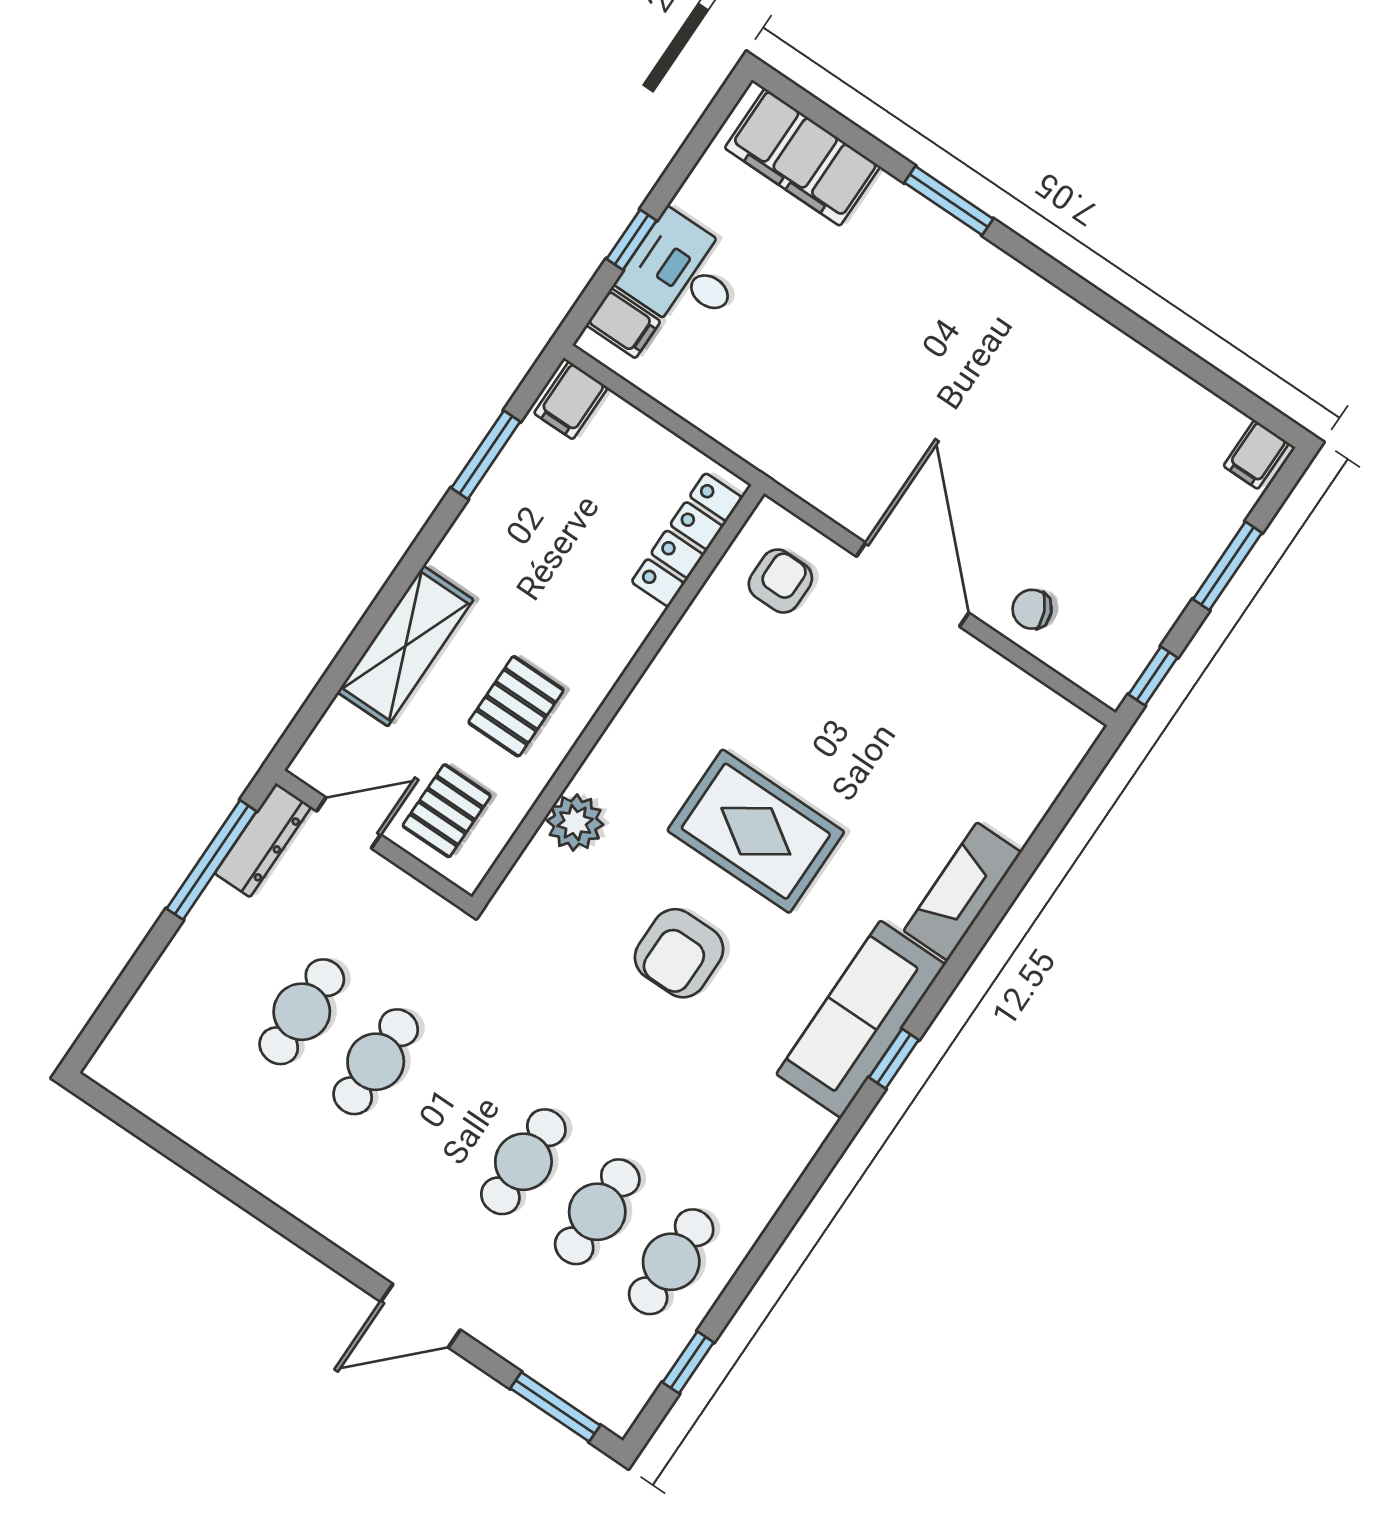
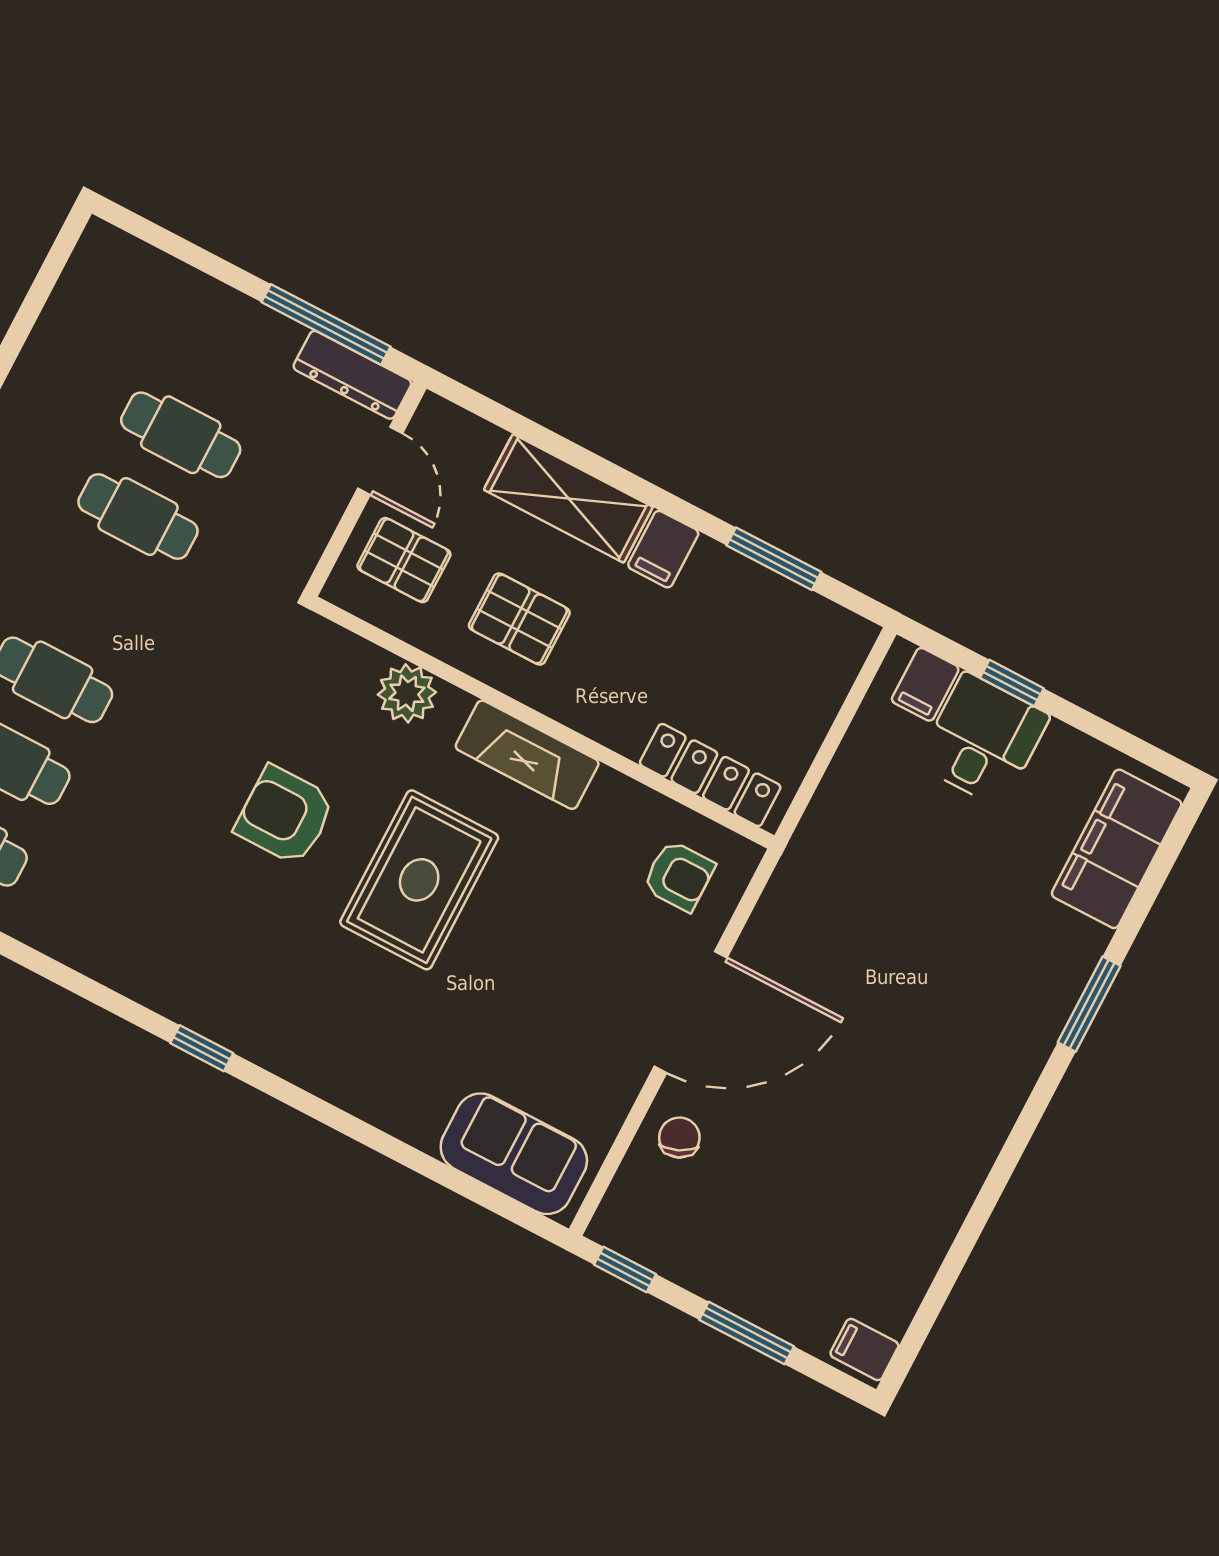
filing cabinet: (571, 400) -> (663, 549), moved, turned -90
fireplace: (962, 892) -> (527, 755), moved, turned 180
sofa: (861, 1019) -> (514, 1154), moved, width x0.73

